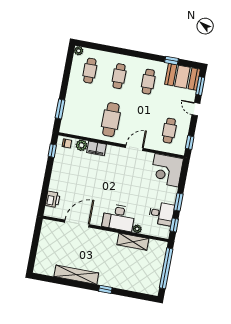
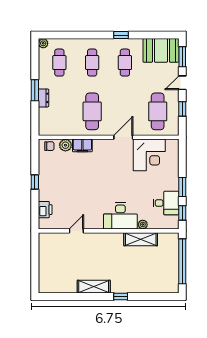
window: (172, 61) -> (121, 35), moved
dresser: (70, 99) -> (43, 98), added
window: (60, 109) -> (35, 90), moved
door: (196, 109) -> (182, 83), hinge flipped
cafe table: (169, 131) -> (158, 111), width x1.37, depth x1.35
window: (190, 143) -> (182, 109), moved
window: (52, 151) -> (35, 182), moved
corner desk: (167, 170) -> (149, 155), moved, turned -90
door: (77, 223) -> (76, 231), width x0.53
shelving: (76, 275) -> (94, 287), width x0.68

